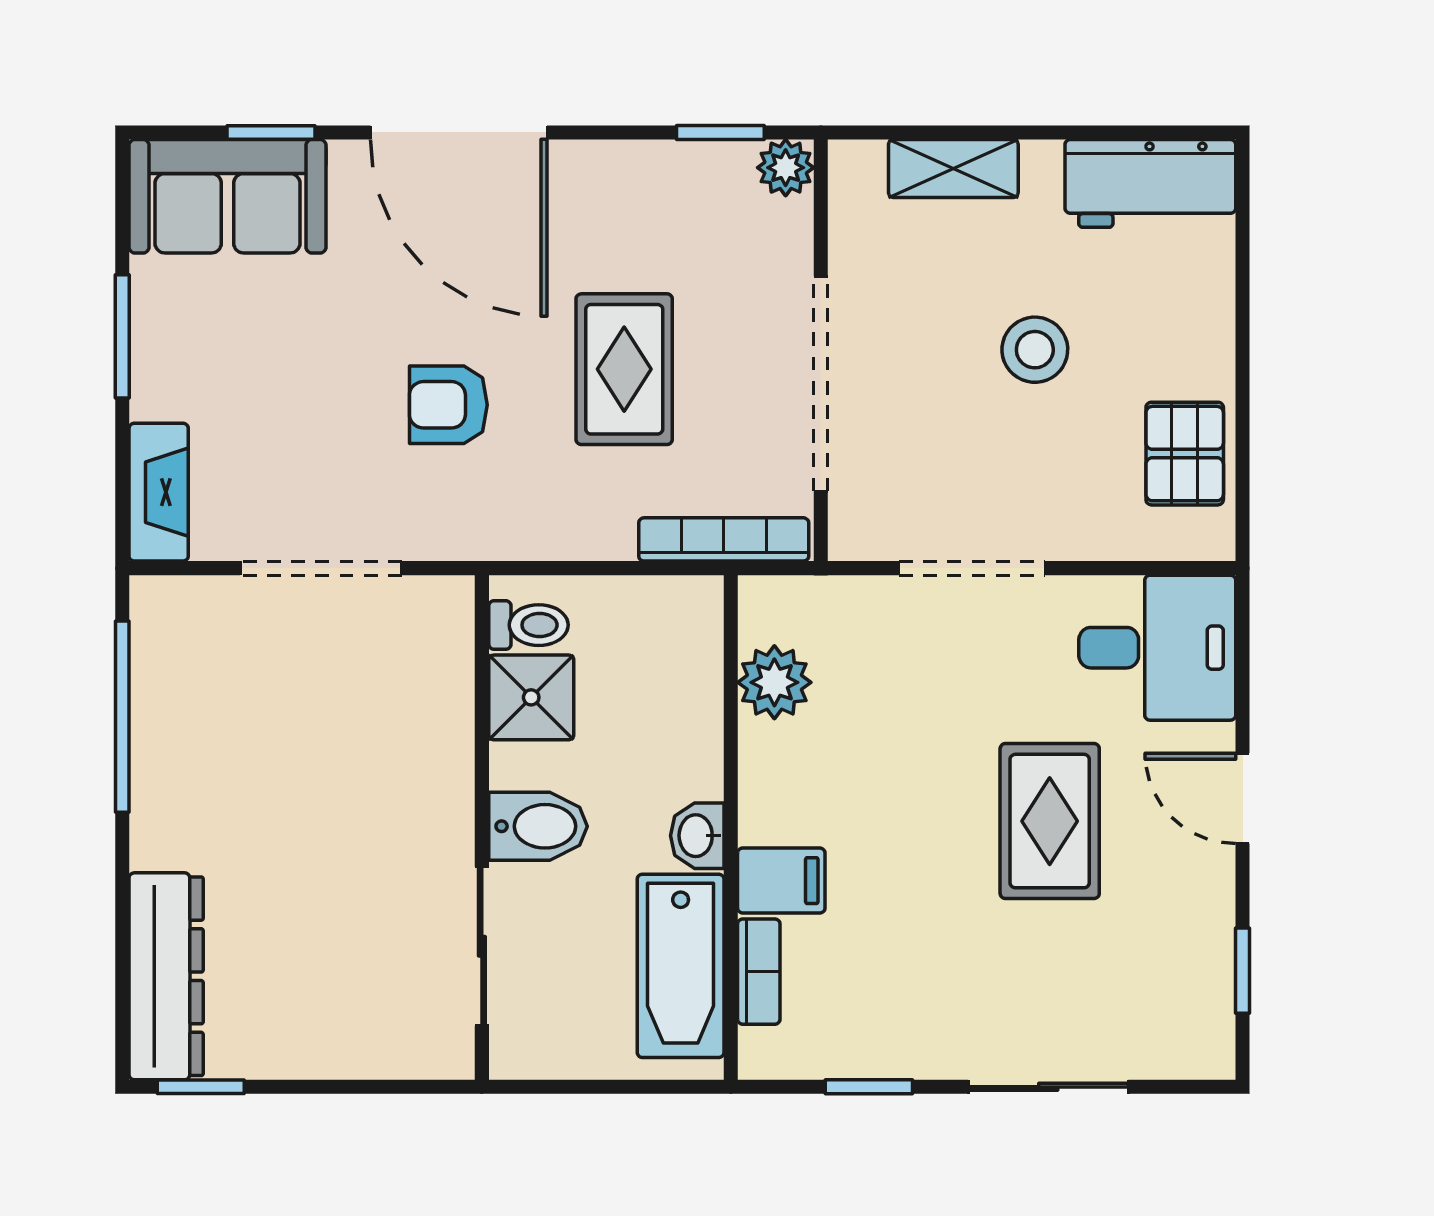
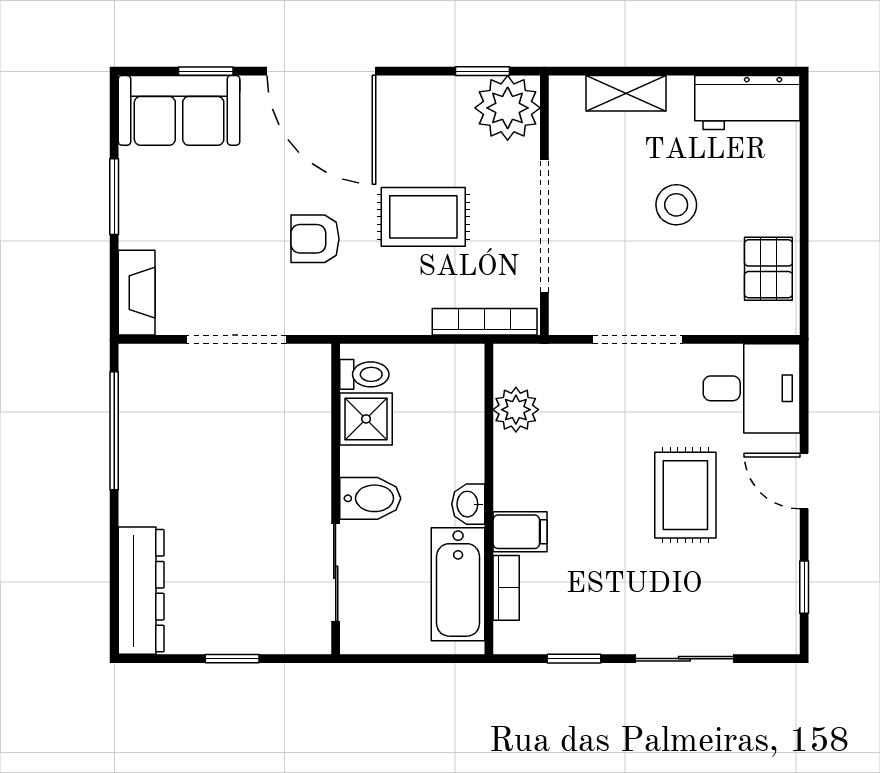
plant: (786, 168) -> (508, 108), width x1.88, depth x1.88
rug: (624, 369) -> (423, 217), turned 90
window: (201, 1087) -> (232, 659), moved

